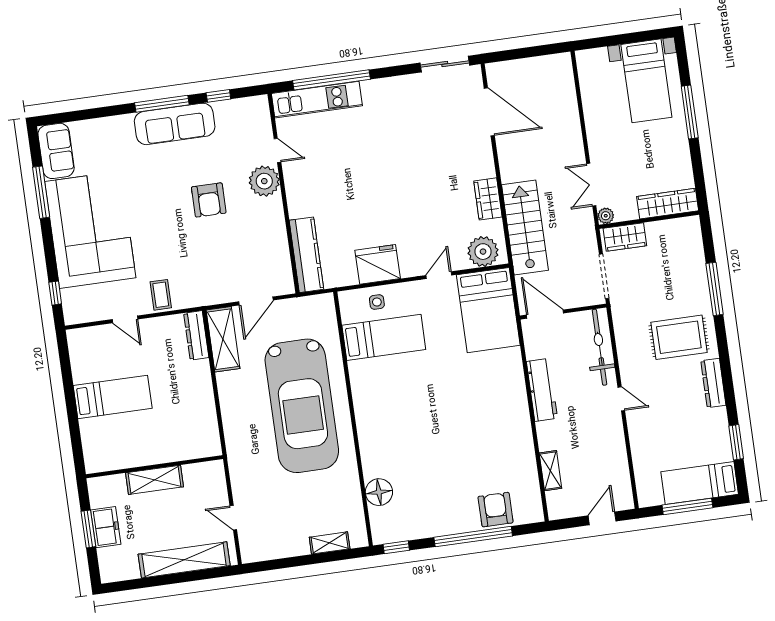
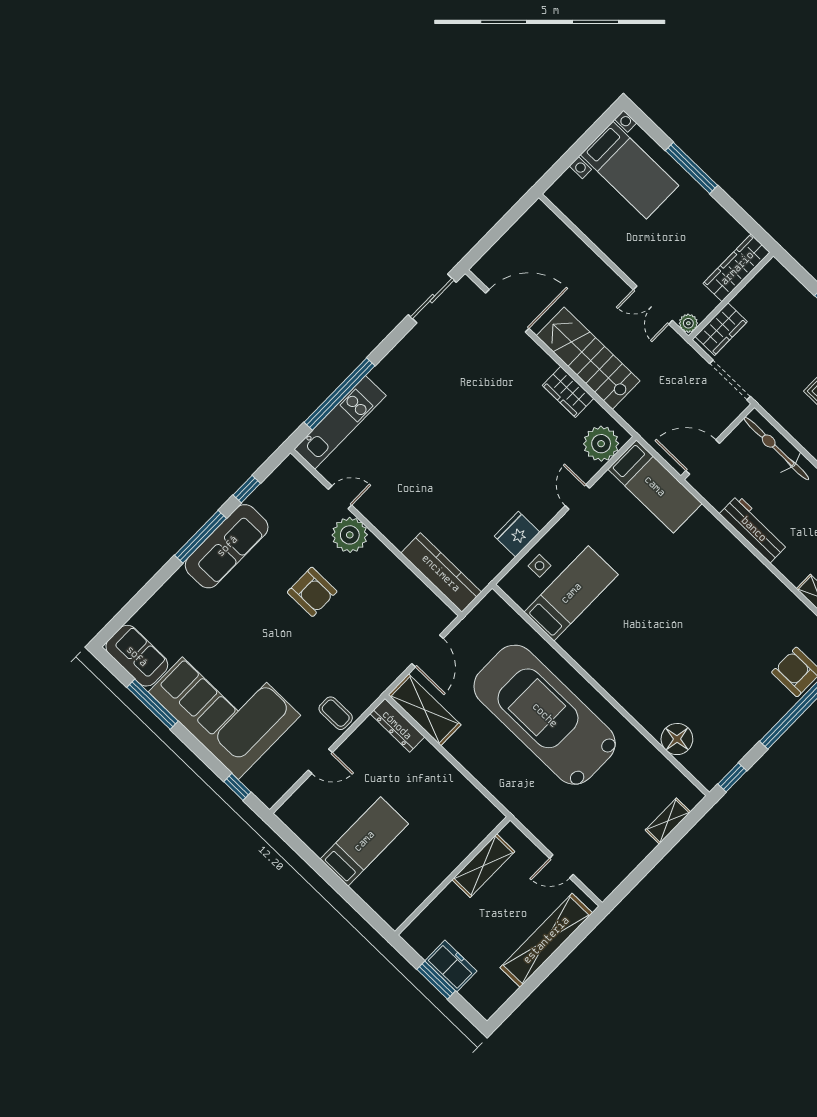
stairs: (525, 227) -> (588, 358), moved
fridge: (378, 264) -> (517, 534), width x0.73, depth x0.75
bed: (488, 310) -> (655, 486), width x0.67
car: (302, 406) -> (545, 715), turned 180
shelving: (154, 480) -> (483, 866), moved

